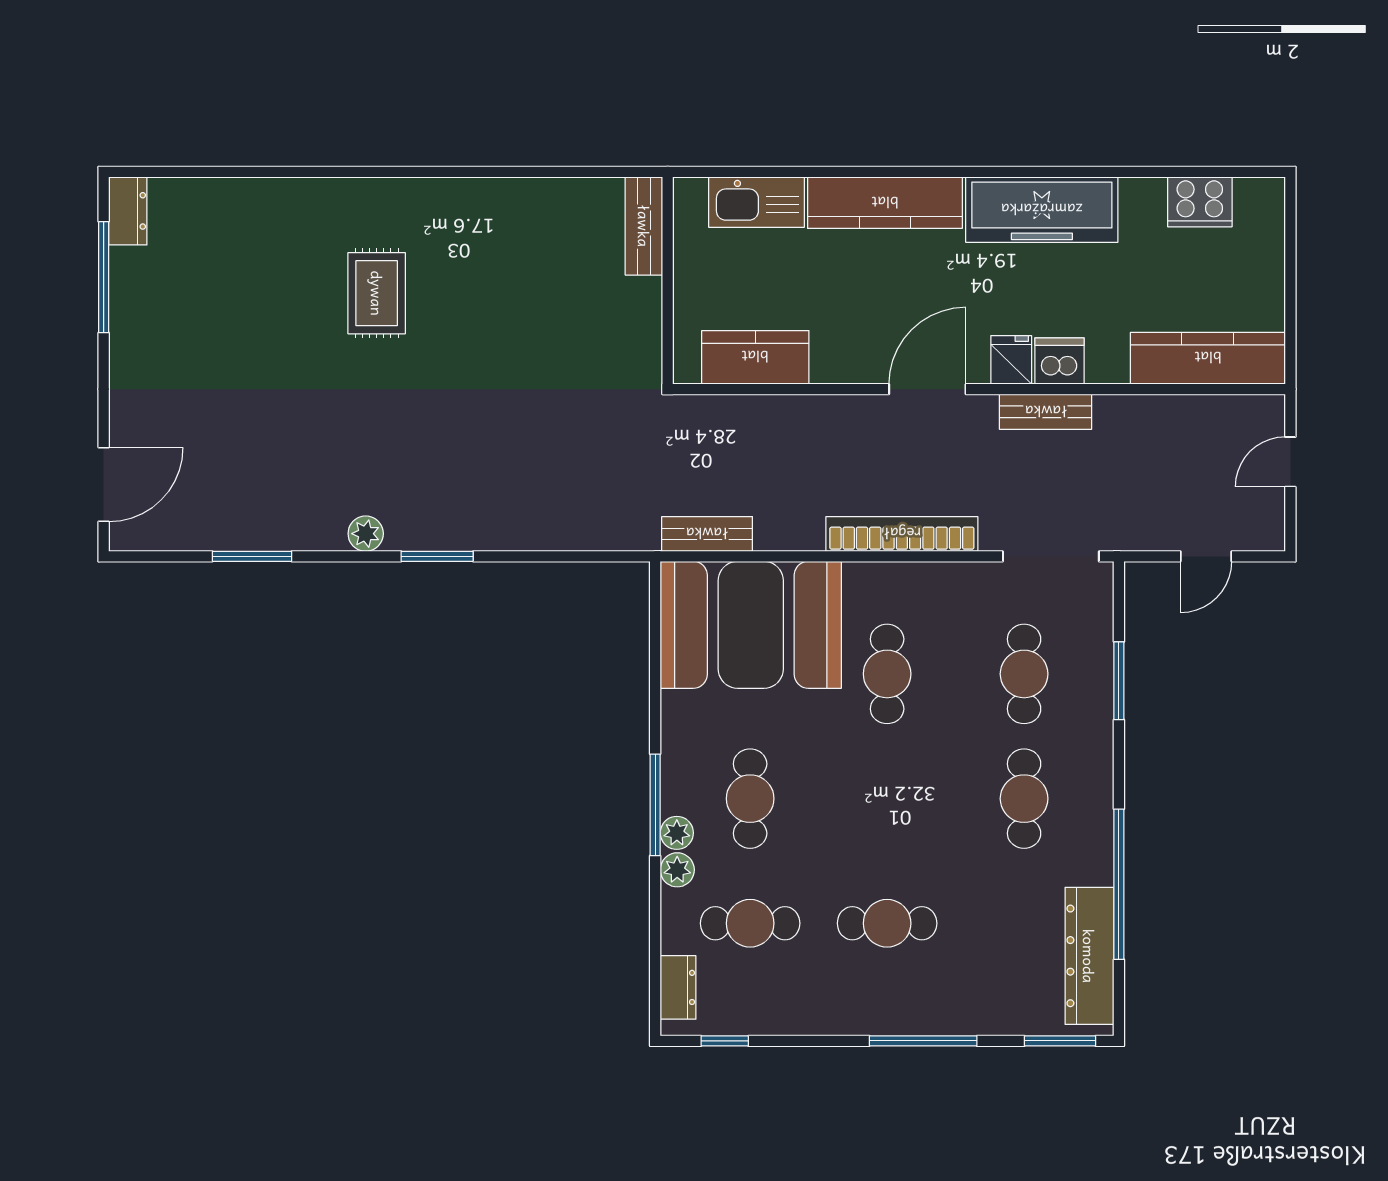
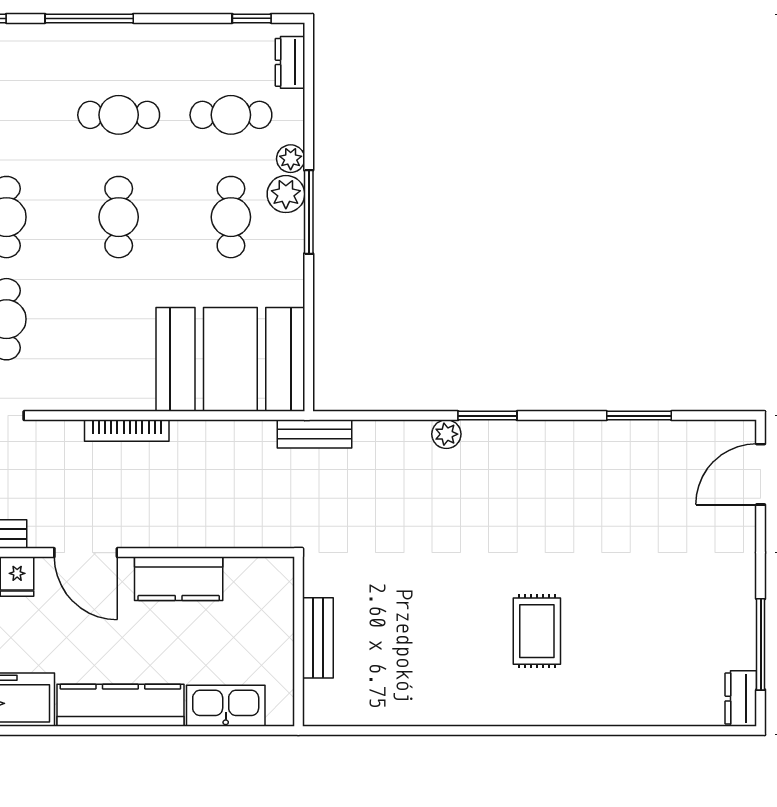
bench: (644, 226) -> (318, 638), moved
kitchen counter: (755, 357) -> (179, 579), moved
door: (927, 389) -> (86, 553), hinge flipped
plant: (366, 534) -> (446, 434), moved
bench: (707, 534) -> (314, 434), moved
bookcase: (902, 534) -> (127, 430), width x0.68, depth x0.76
cafe table: (887, 674) -> (119, 217), moved
plant: (677, 833) -> (286, 194), width x1.38, depth x1.38

